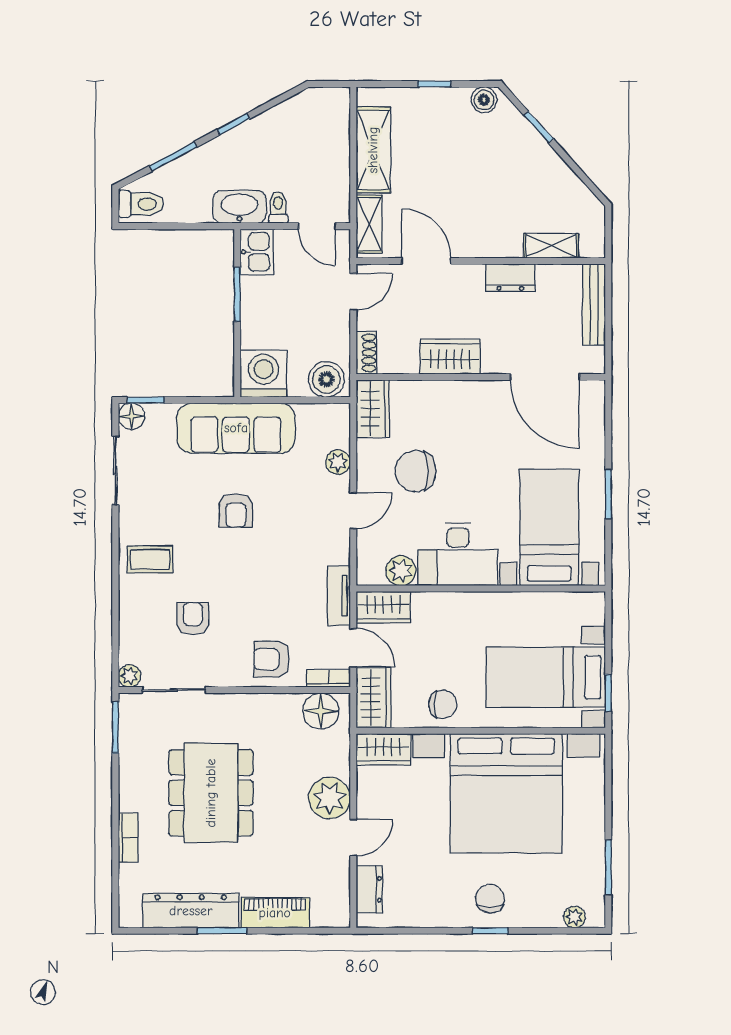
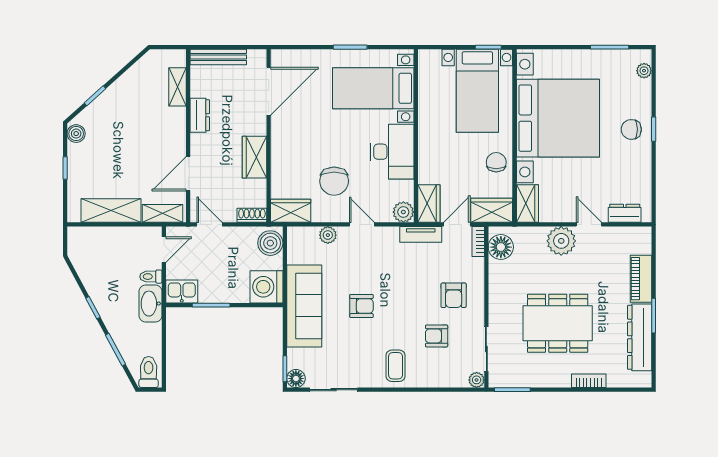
plant: (401, 571) -> (403, 212), moved
armchair: (272, 659) -> (454, 295), moved

